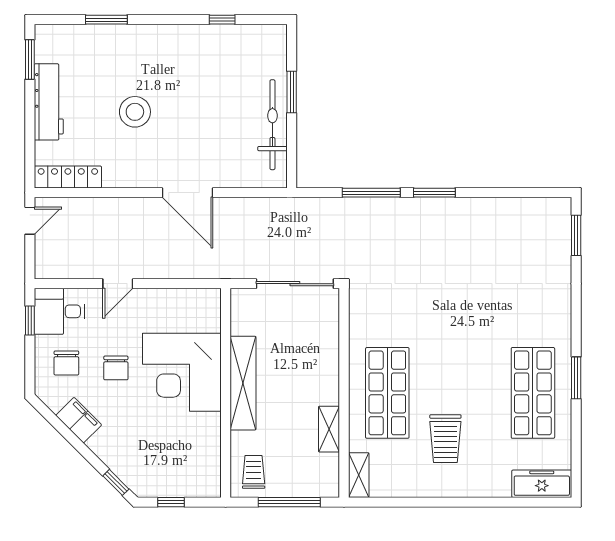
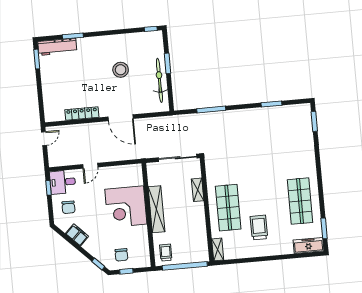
window: (222, 20) -> (151, 29), moved
workbench: (49, 102) -> (57, 47), moved, turned 90
stool: (135, 112) -> (121, 70), moved
locker: (68, 177) -> (82, 113), moved
window: (434, 193) -> (271, 104), moved
chair: (116, 368) -> (121, 255), moved
window: (576, 378) -> (324, 228), moved
shelving: (329, 429) -> (198, 190), moved
trolley: (445, 439) -> (259, 228), turned 180
window: (289, 502) -> (185, 266), width x1.46

